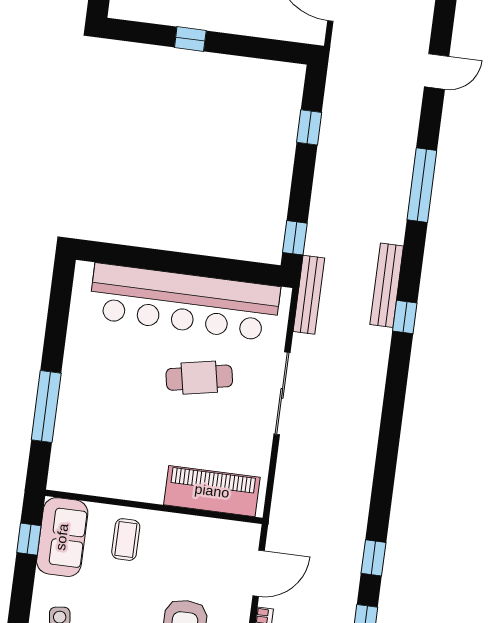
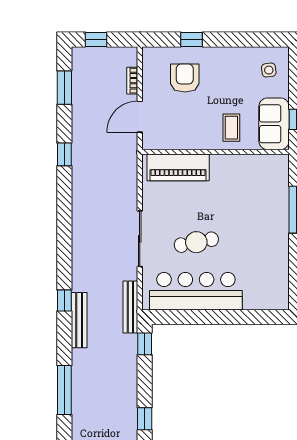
bar counter: (184, 302) -> (196, 291), width x0.73
window: (374, 558) -> (64, 154), moved

